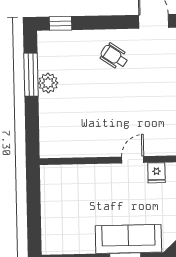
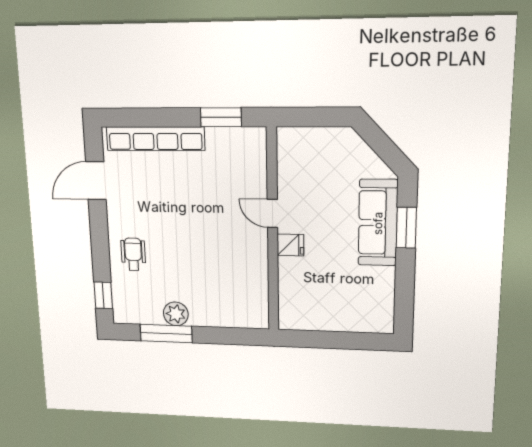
wheelchair: (114, 56) -> (133, 254), moved, turned 146
fridge: (156, 173) -> (290, 245), moved

